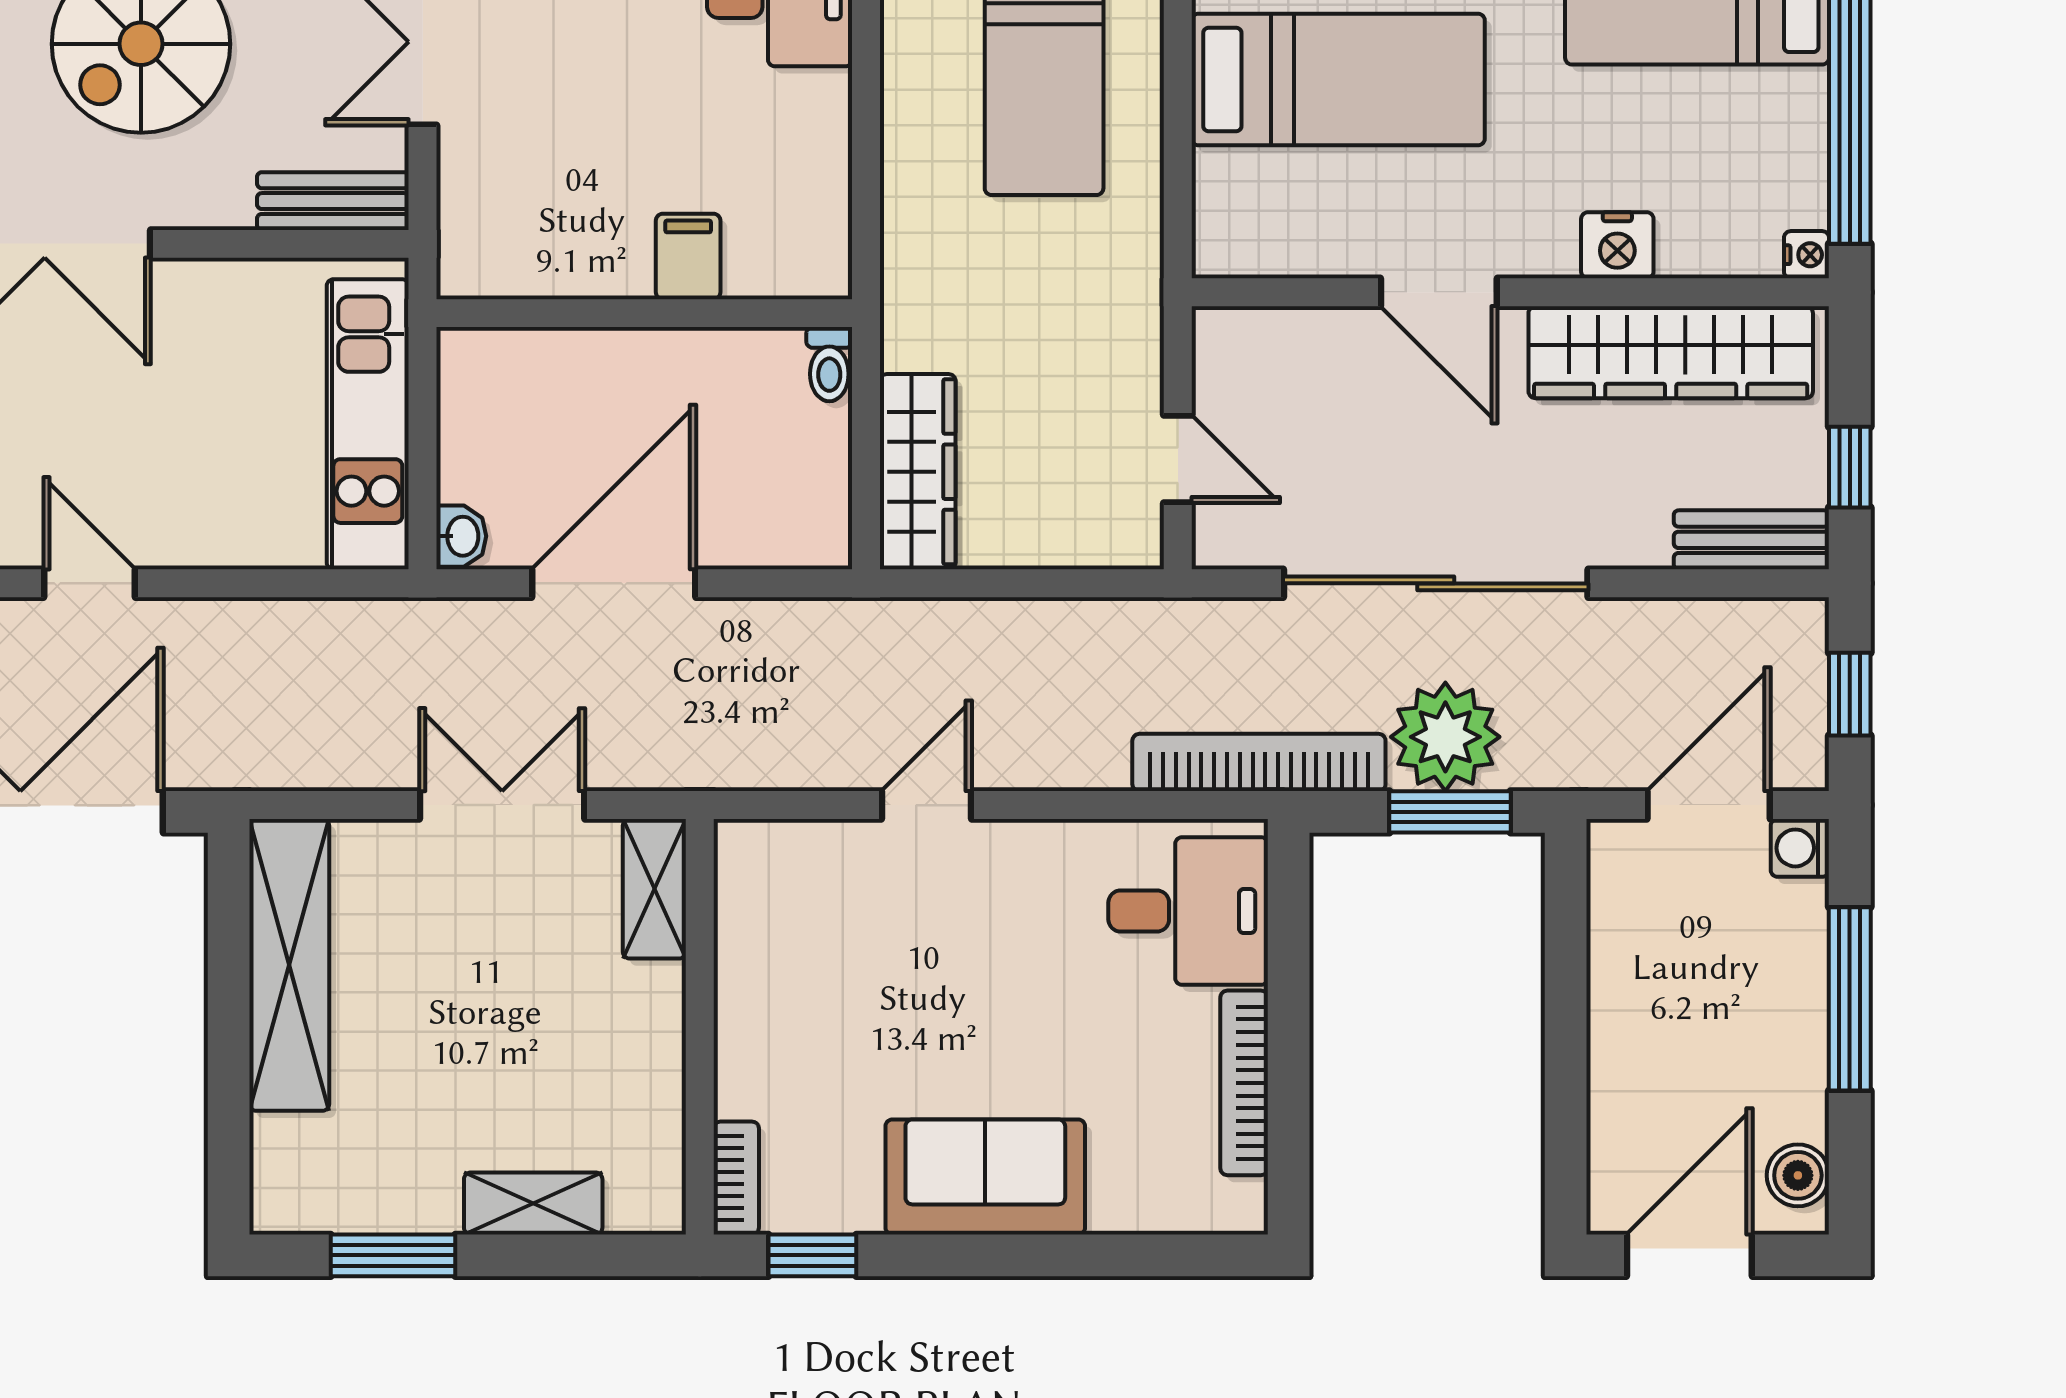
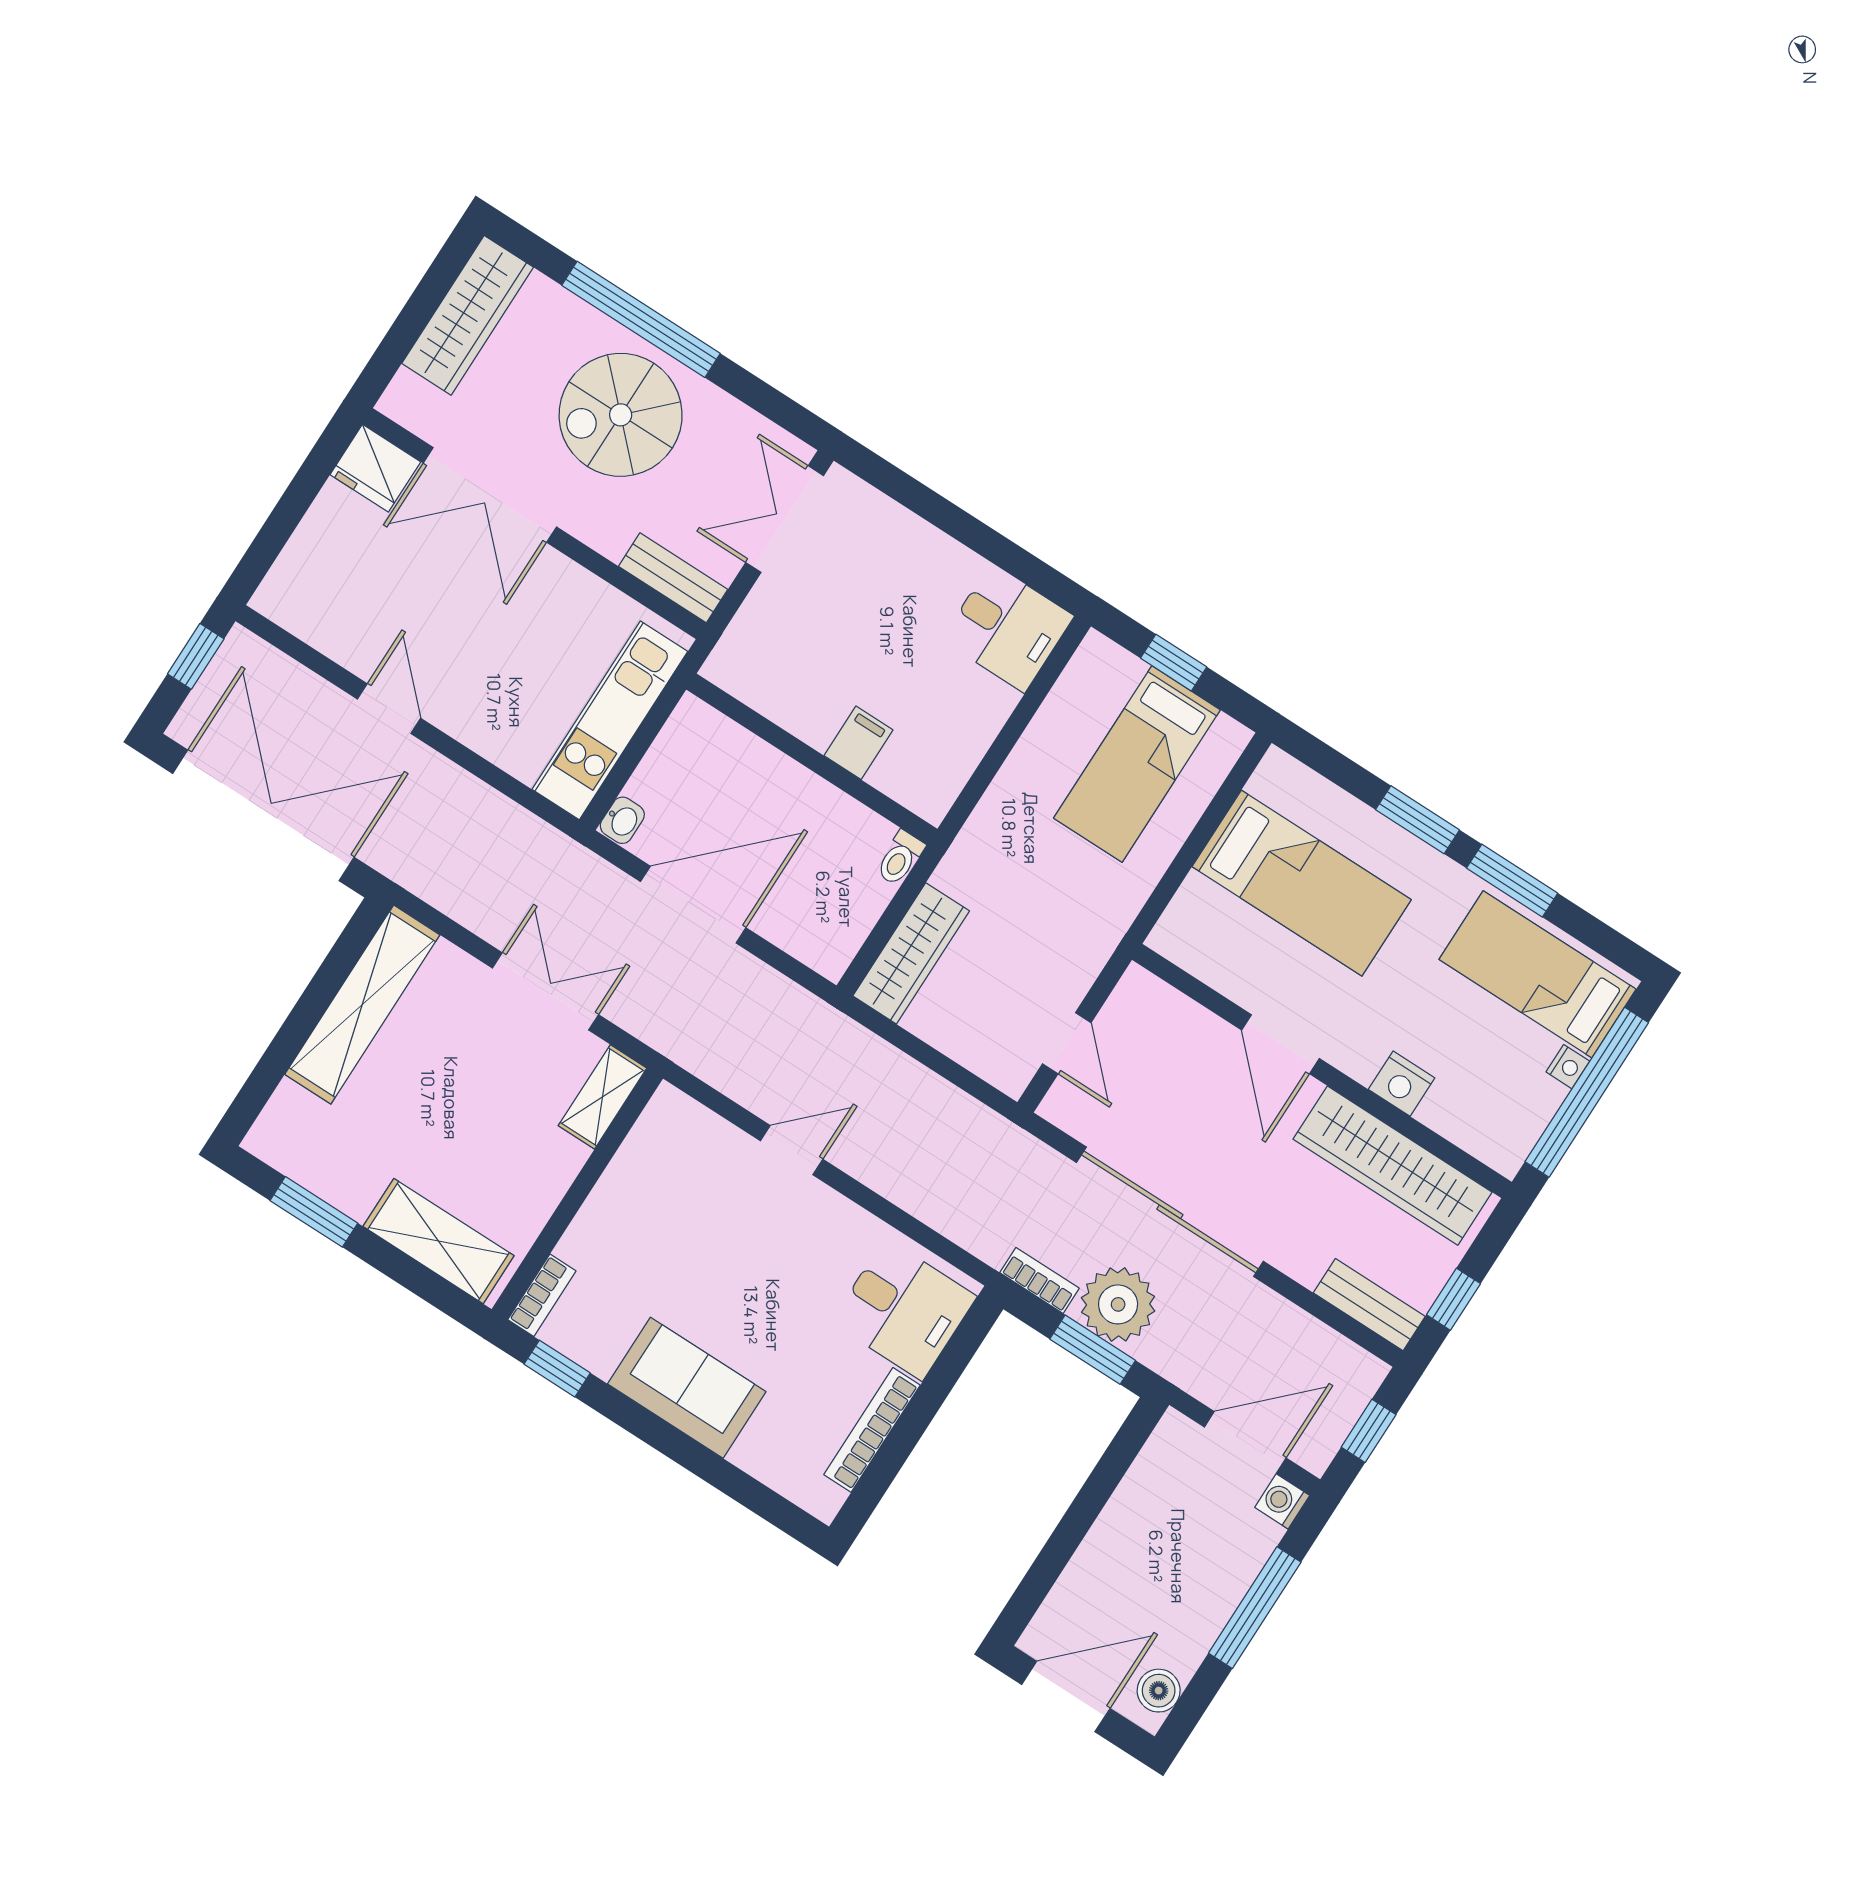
nightstand: (1806, 255) -> (1568, 1067), moved
bookcase: (1259, 762) -> (1039, 1280), width x0.43, depth x0.76
shelving: (533, 1203) -> (439, 1241), width x1.50, depth x1.33

